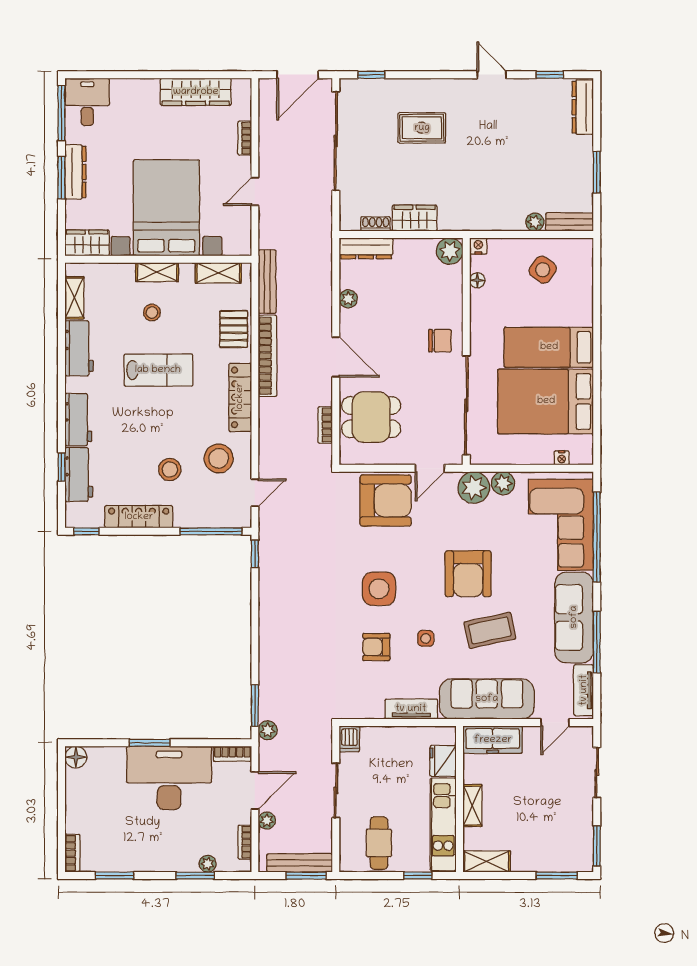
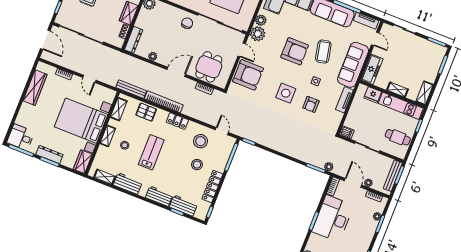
locker: (240, 397) -> (177, 121), width x0.66
armchair: (386, 501) -> (248, 75), turned 90

